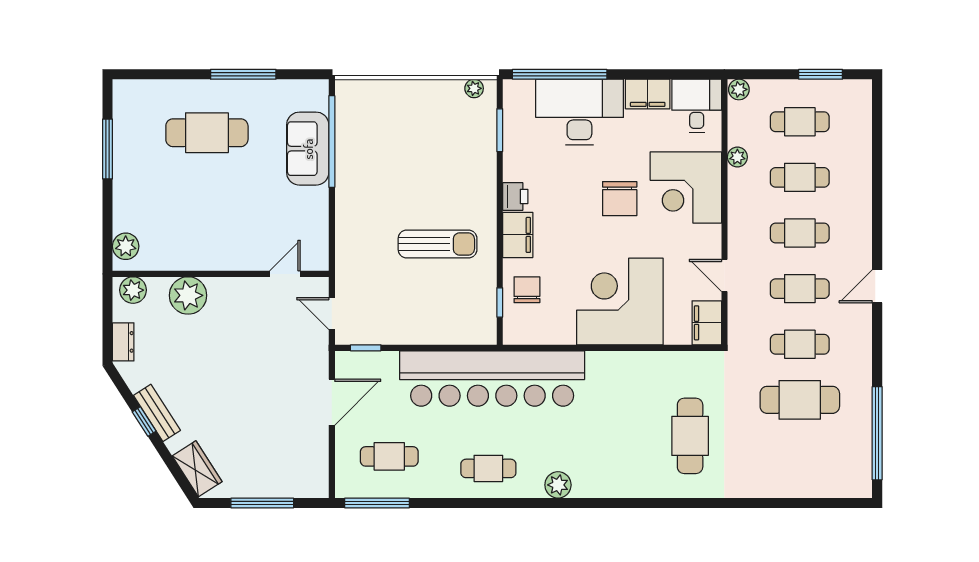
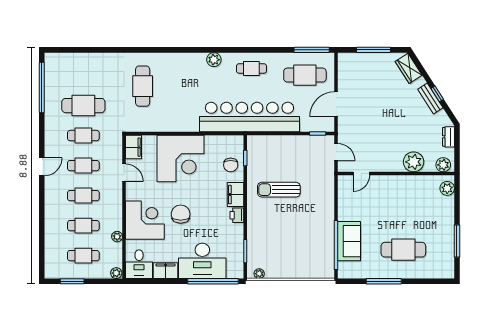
cafe table: (389, 456) -> (305, 75), width x1.37, depth x1.35

